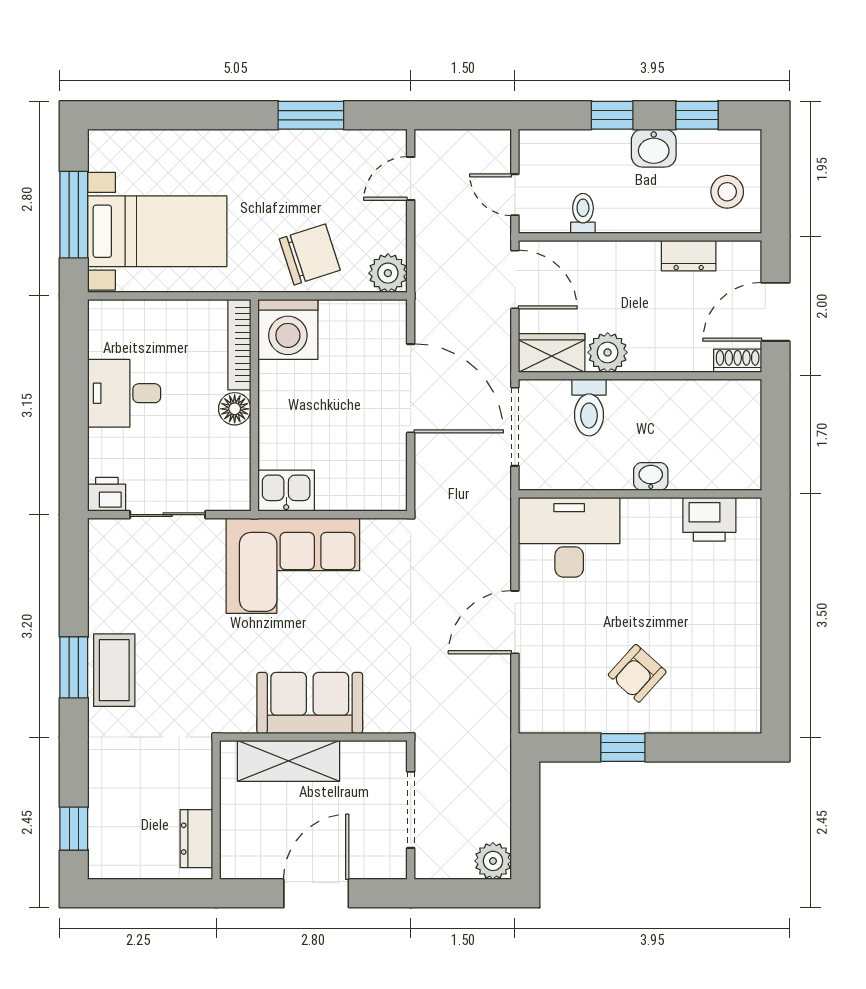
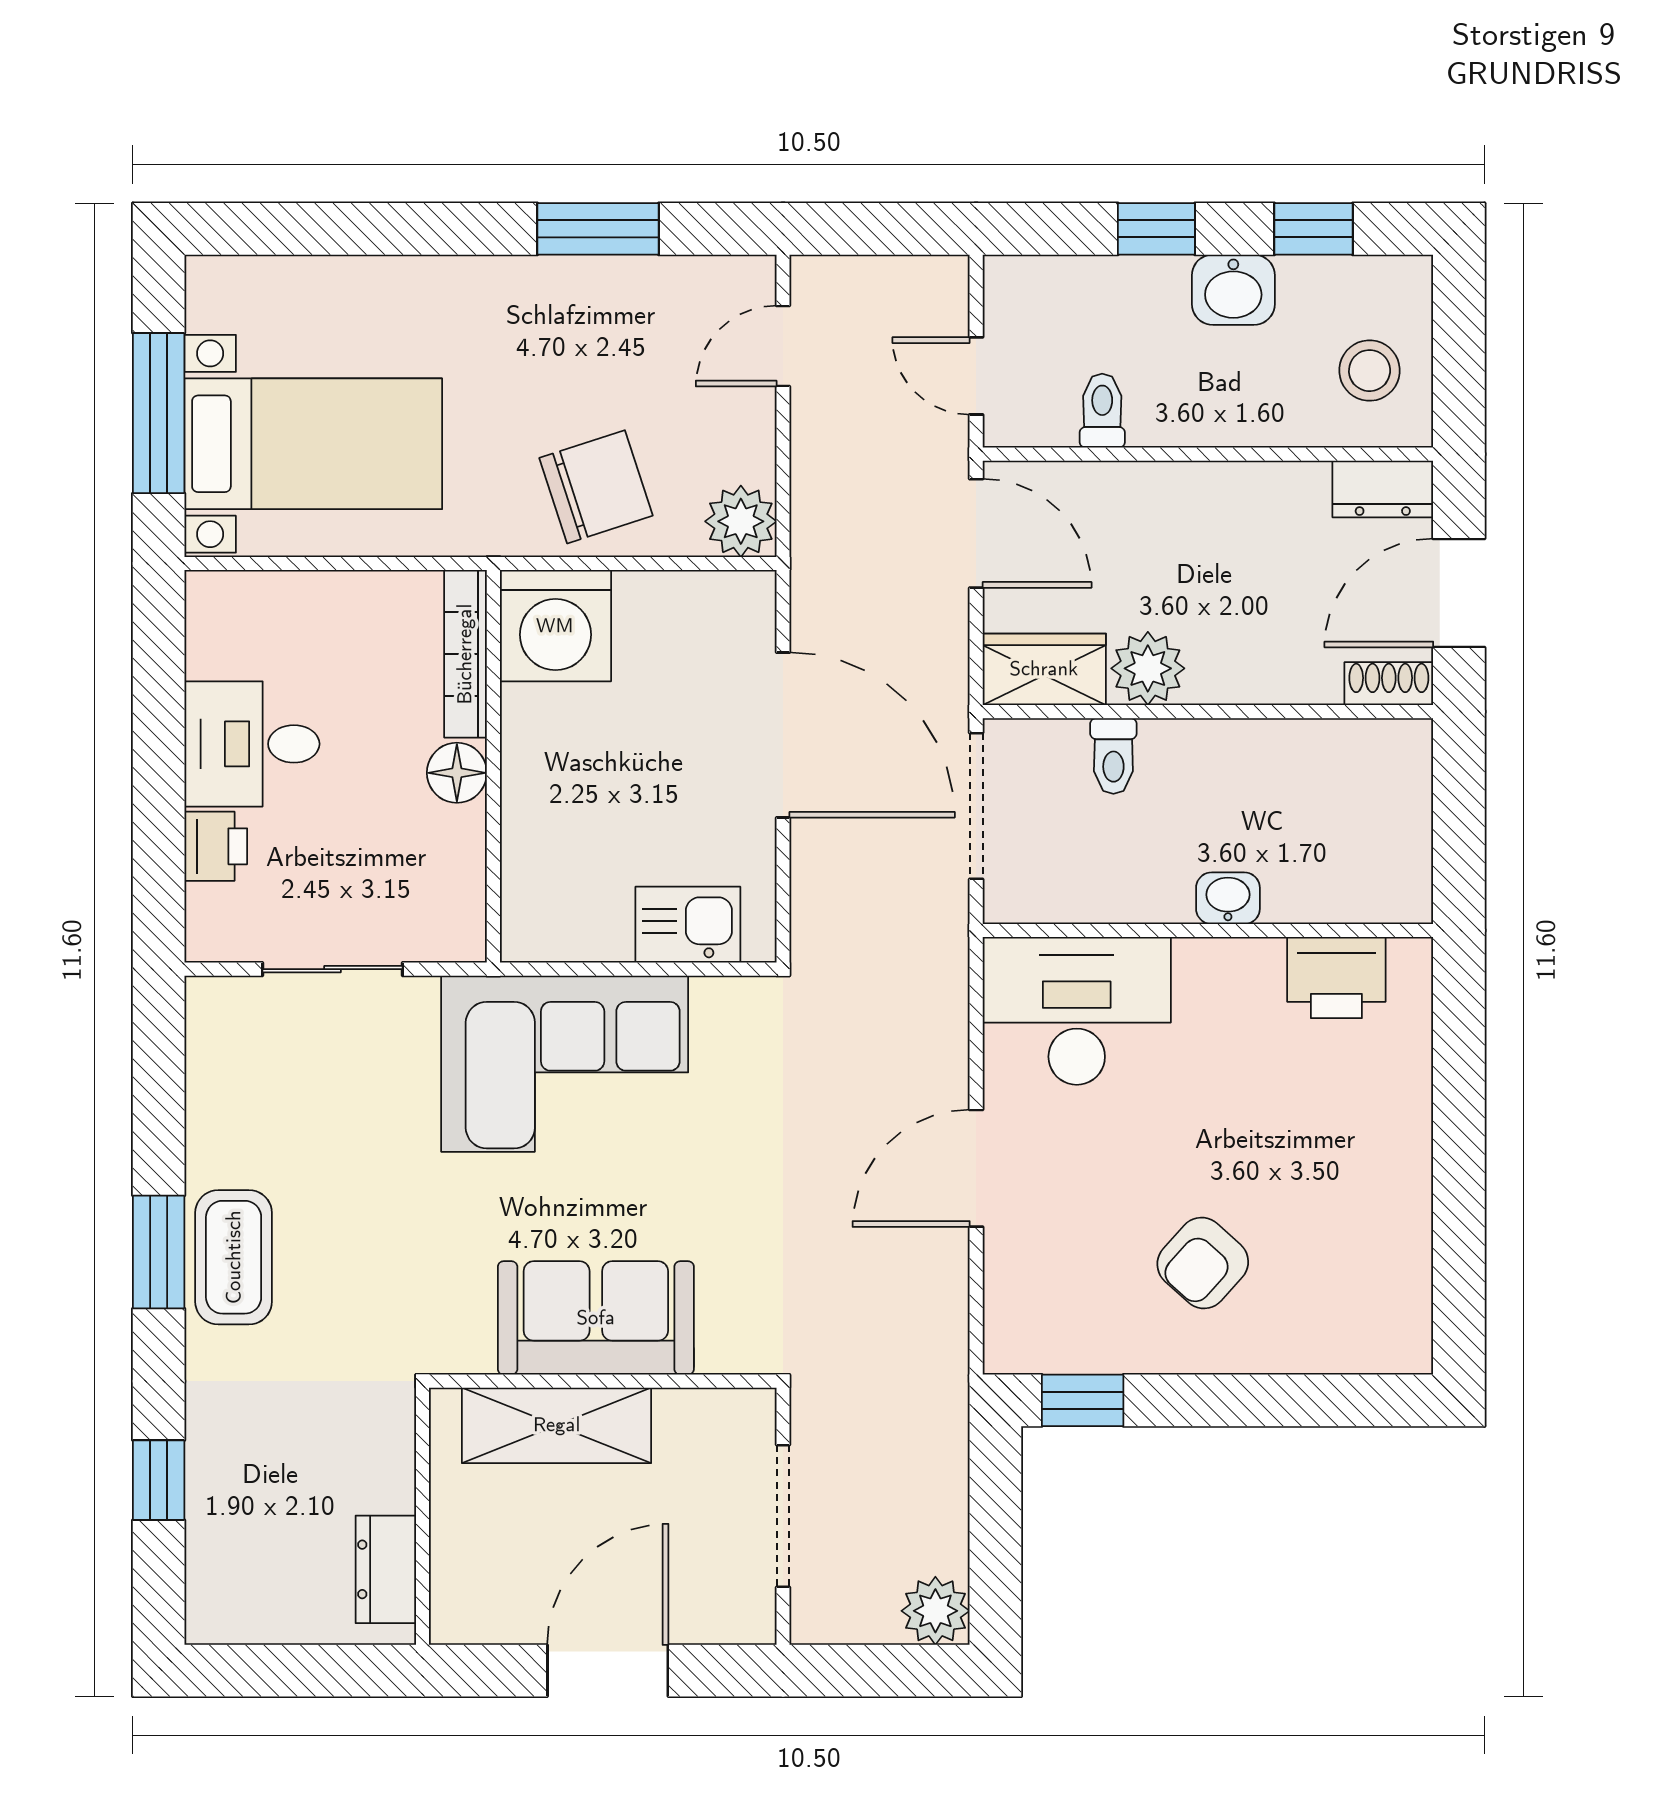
dresser: (689, 256) -> (1383, 489), moved
toilet: (589, 408) -> (1113, 756), width x0.73, depth x0.72
kitchen sink: (286, 491) -> (688, 925), moved
printer: (107, 494) -> (216, 846), moved, turned 90
window: (623, 747) -> (1083, 1400), moved
window: (74, 829) -> (159, 1480), moved

